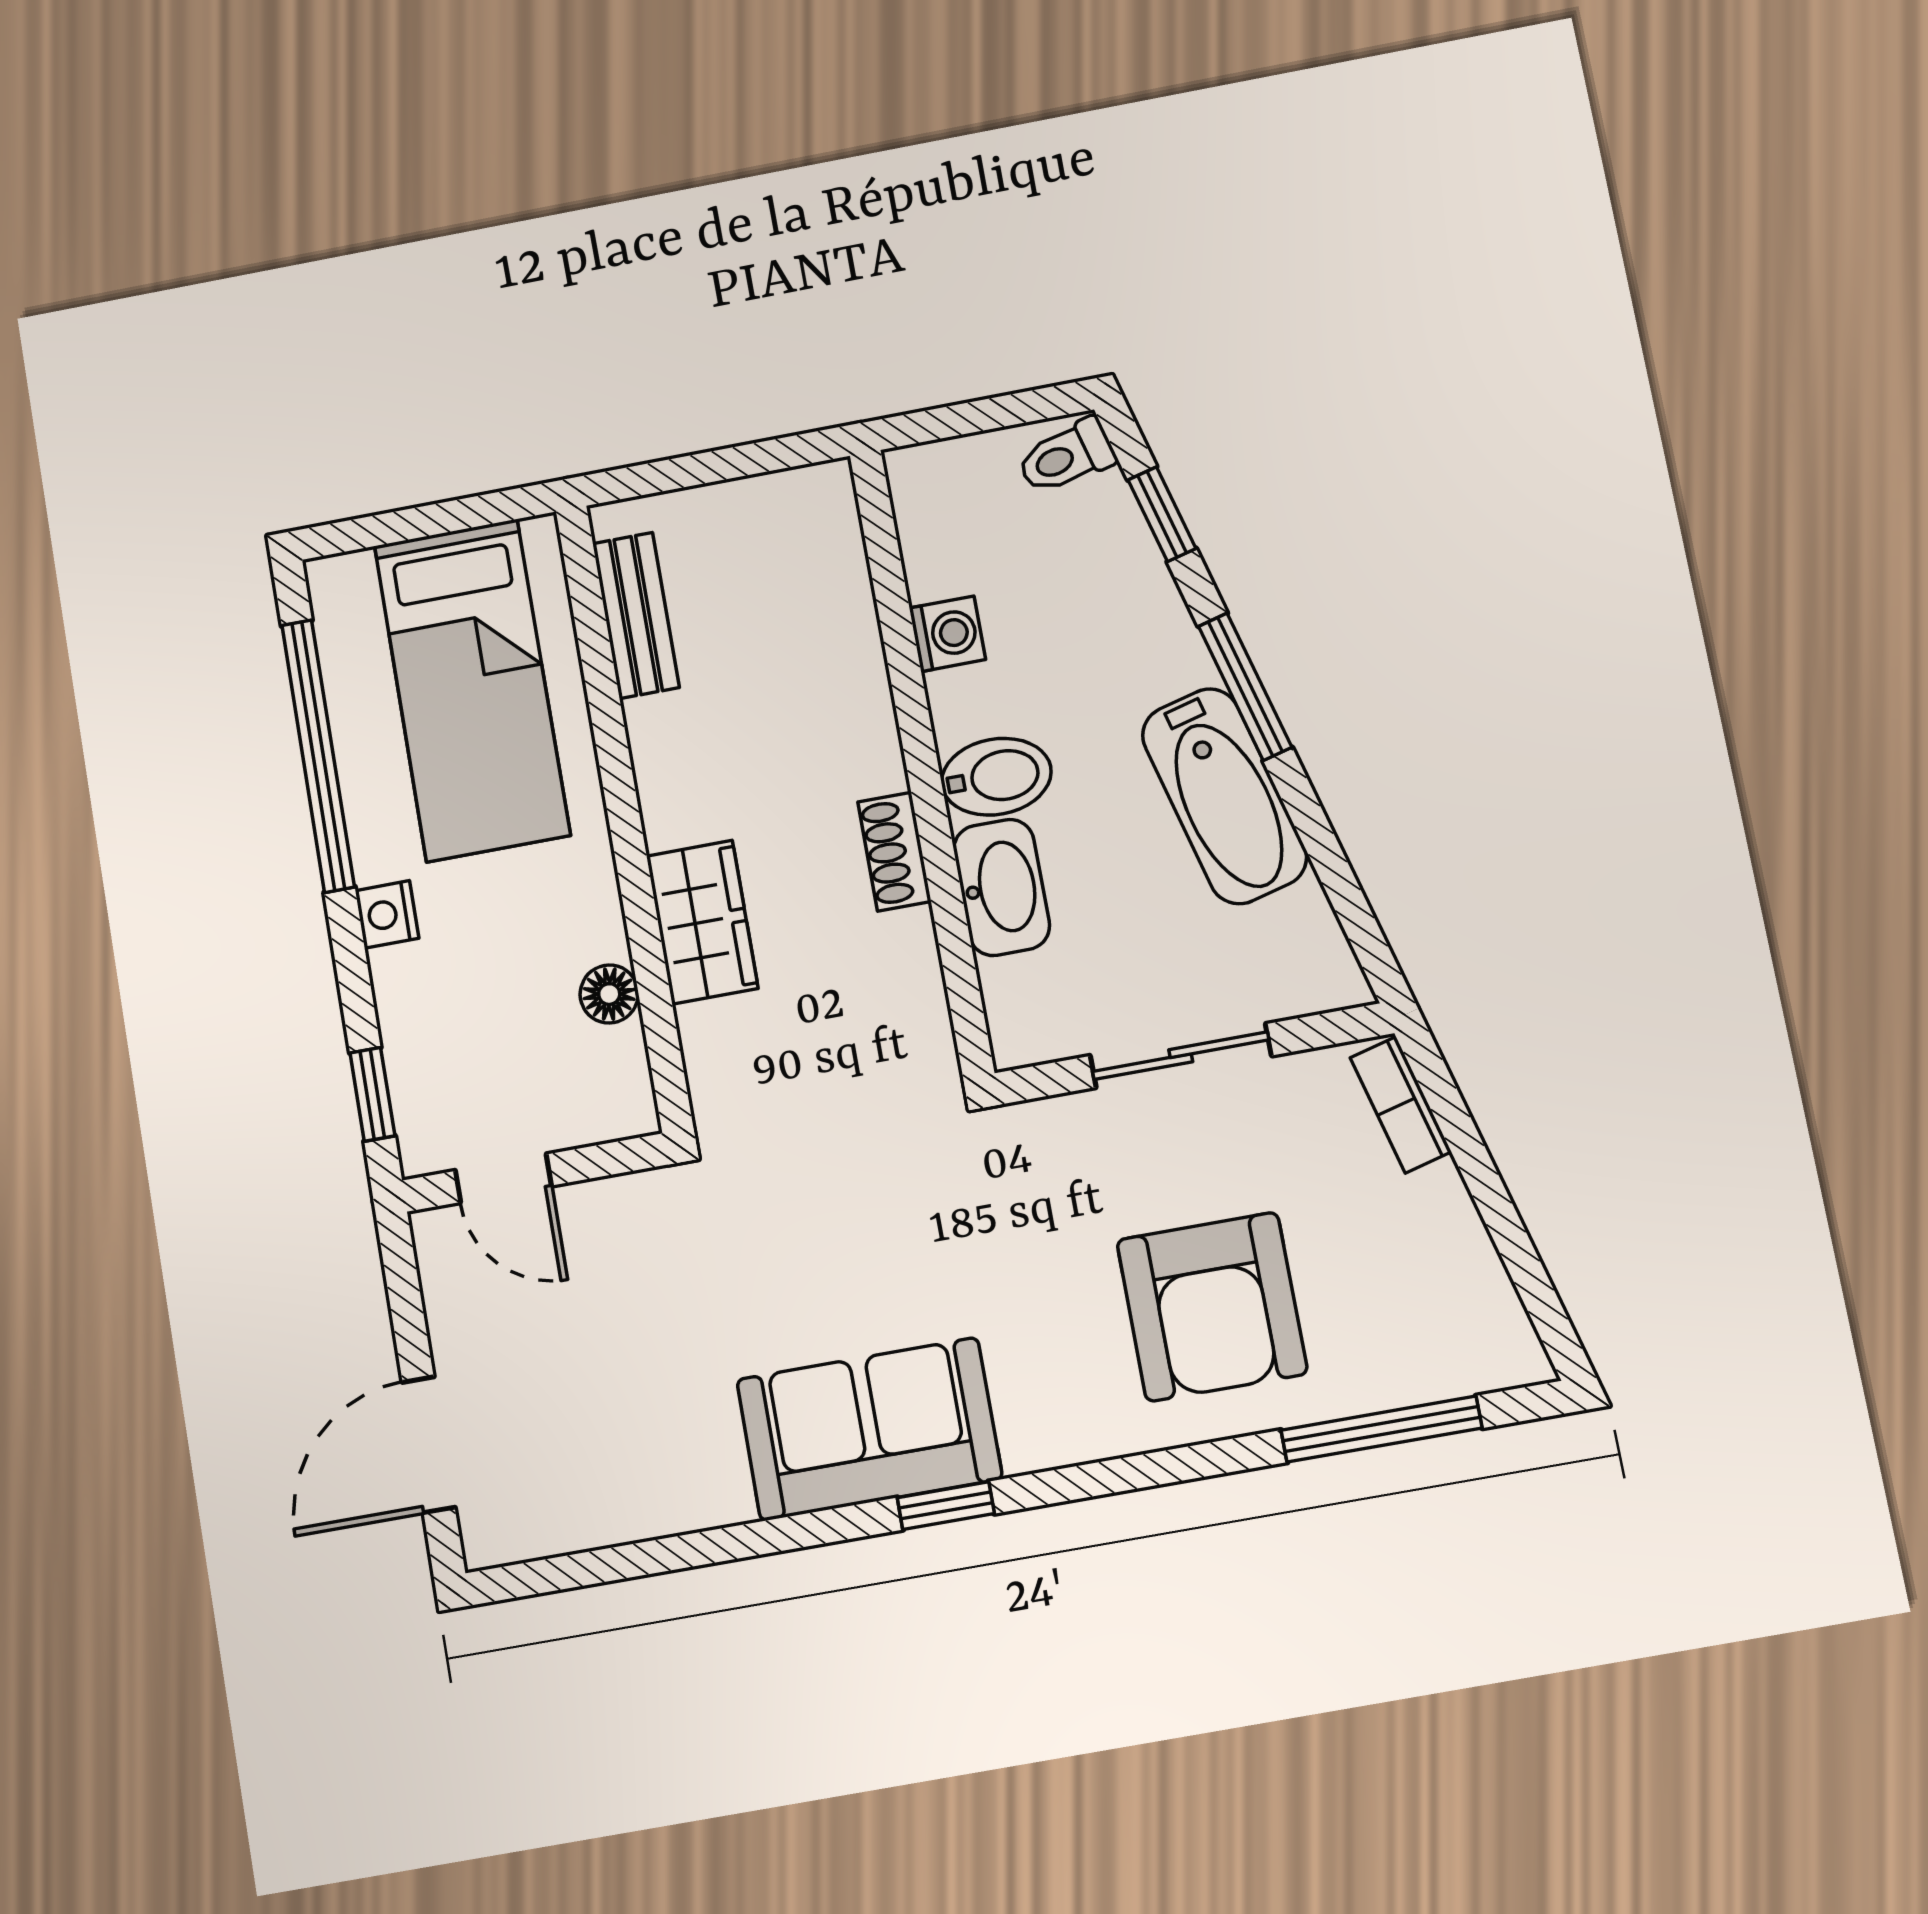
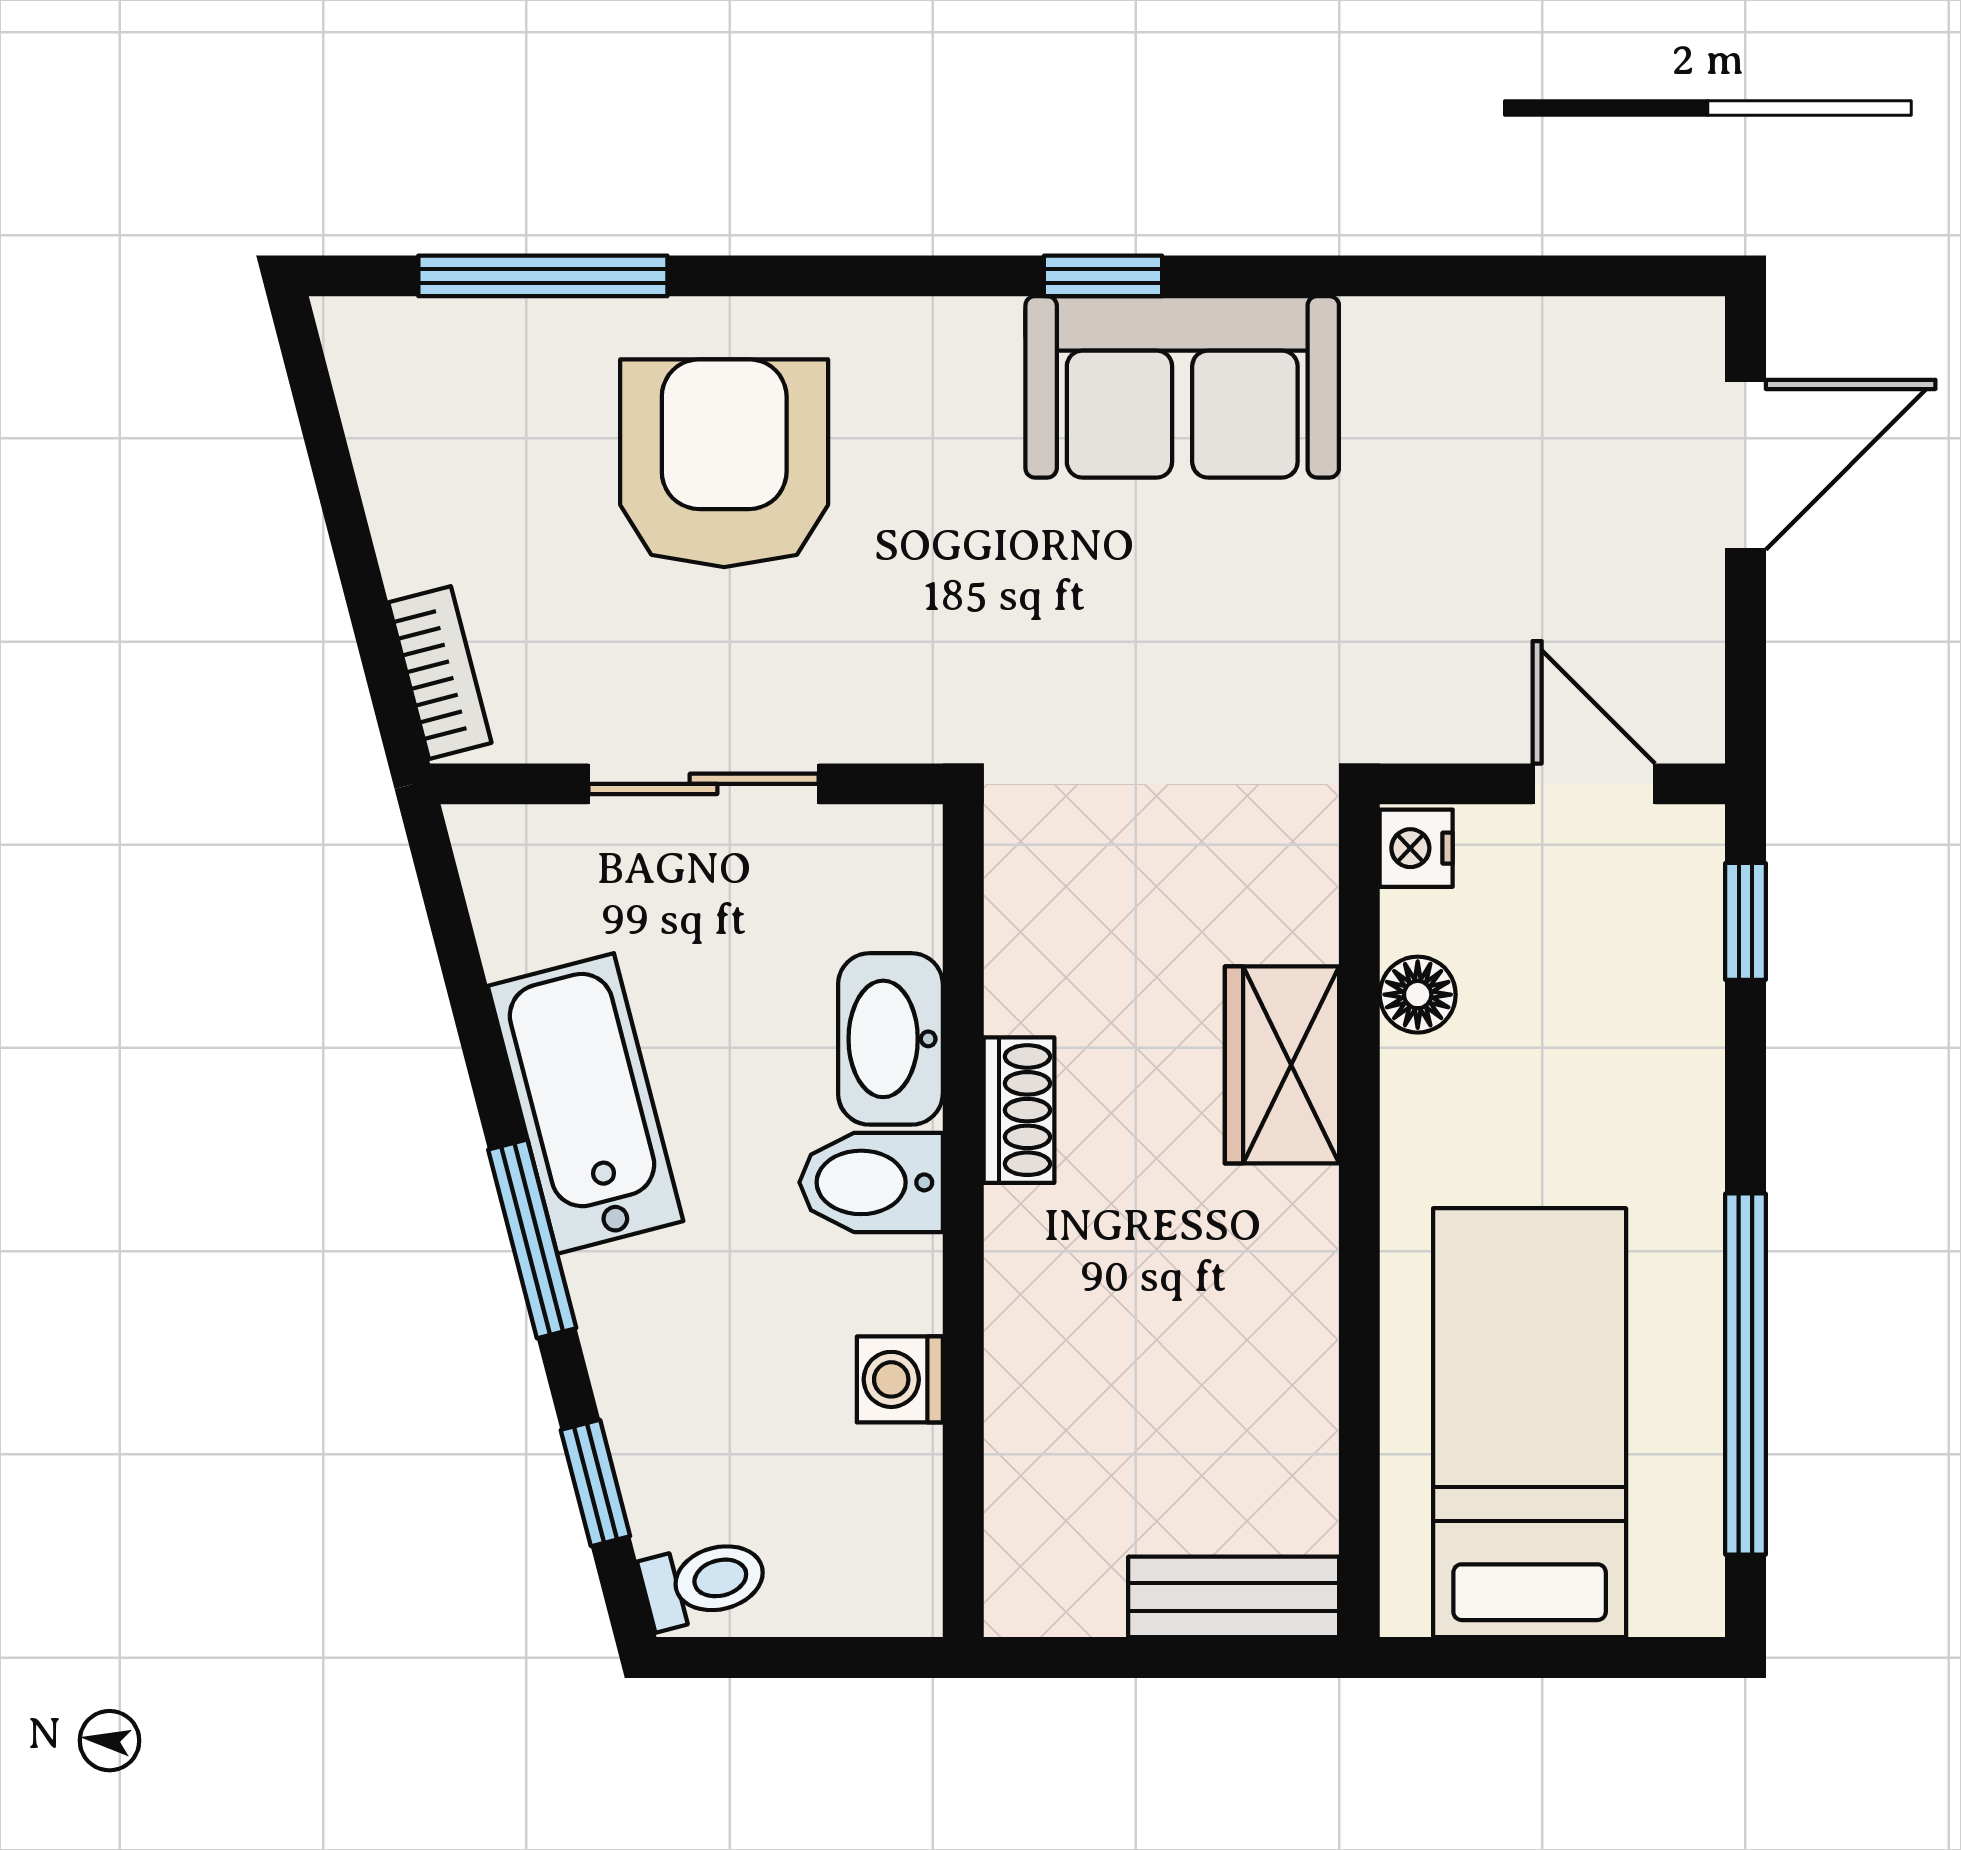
bench: (636, 615) -> (1234, 1597), moved, turned 90
nightstand: (387, 914) -> (1416, 848), moved, turned 180

